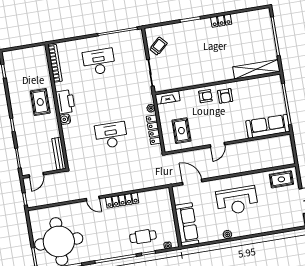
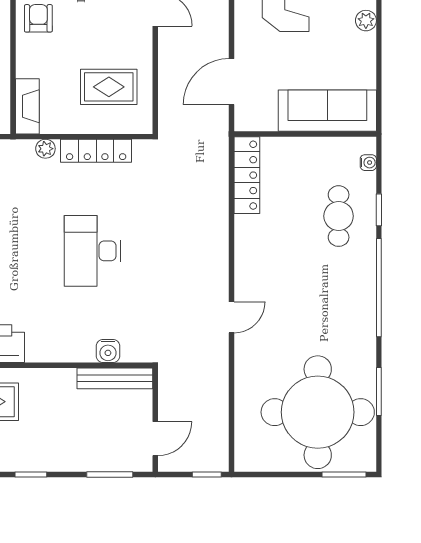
water cooler: (65, 119) -> (108, 351), moved
door: (36, 175) -> (155, 439), hinge flipped
locker: (122, 200) -> (247, 175), moved

